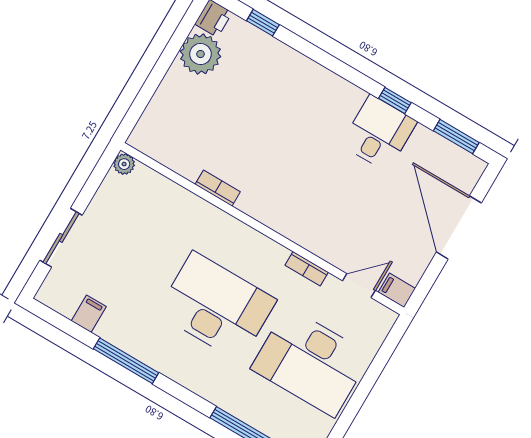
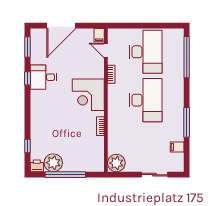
window: (163, 64) -> (65, 175), added
plant: (124, 164) -> (116, 163), width x1.88, depth x1.88
corner desk: (293, 201) -> (88, 95), added
desk: (216, 306) -> (146, 100), turned 180

